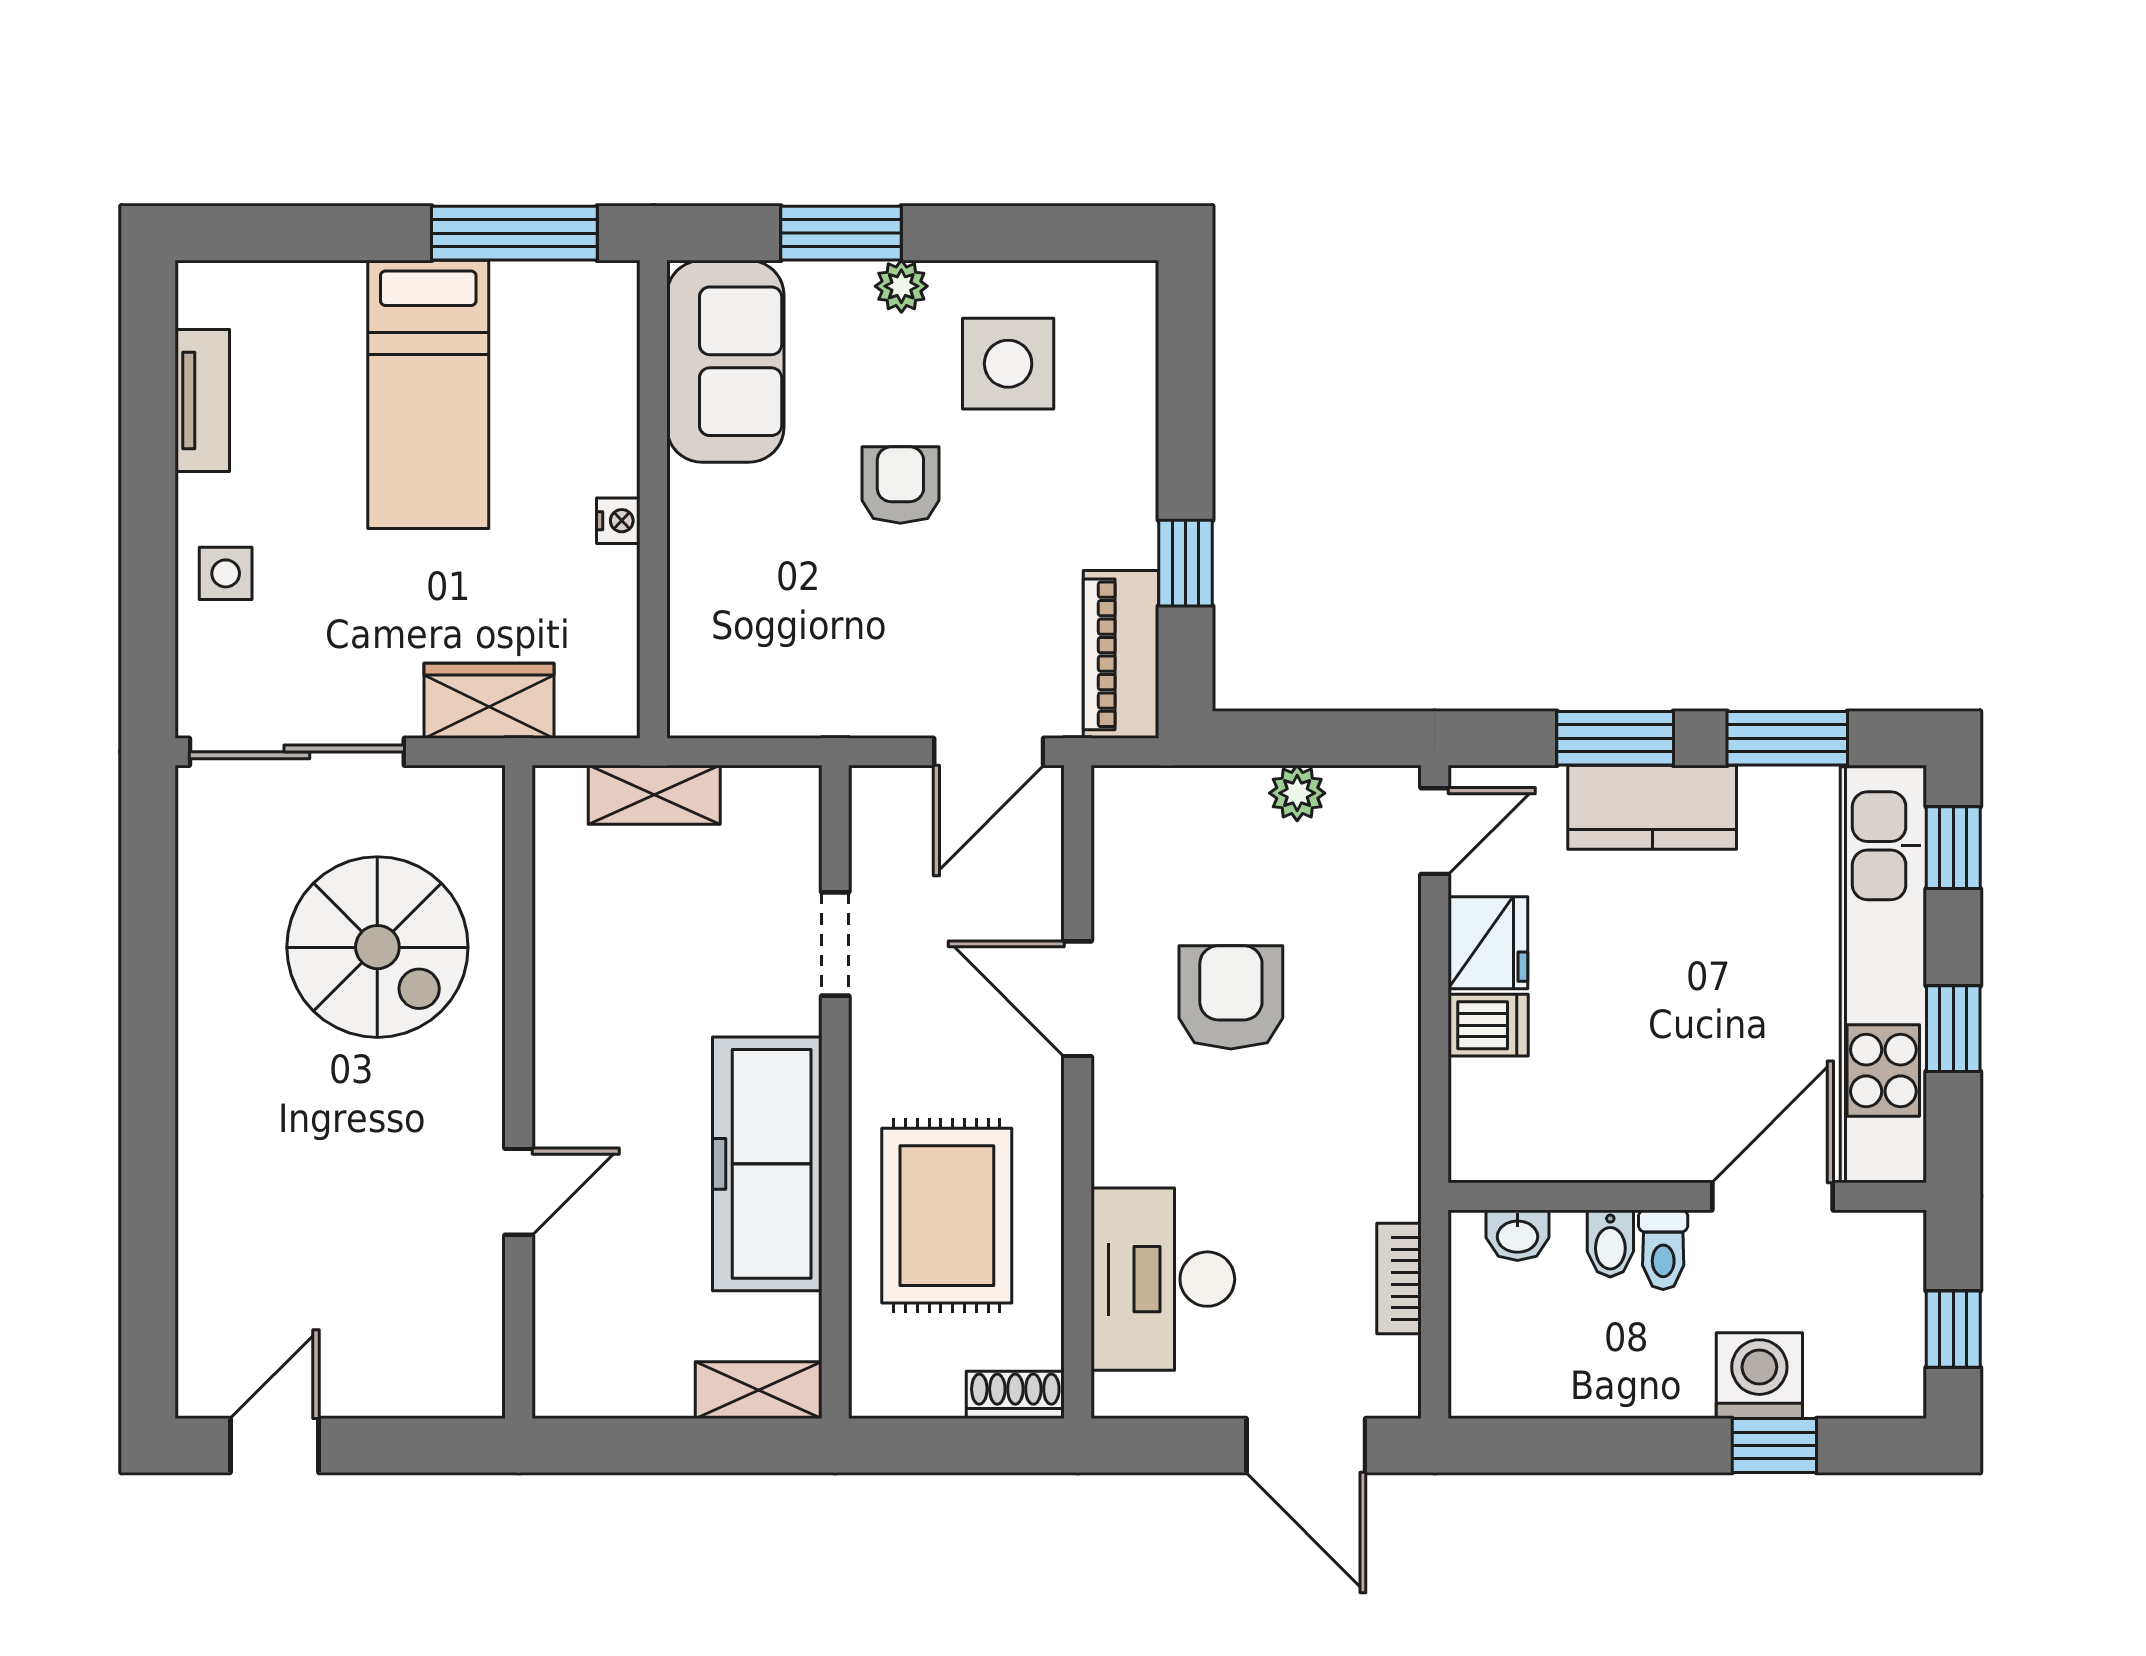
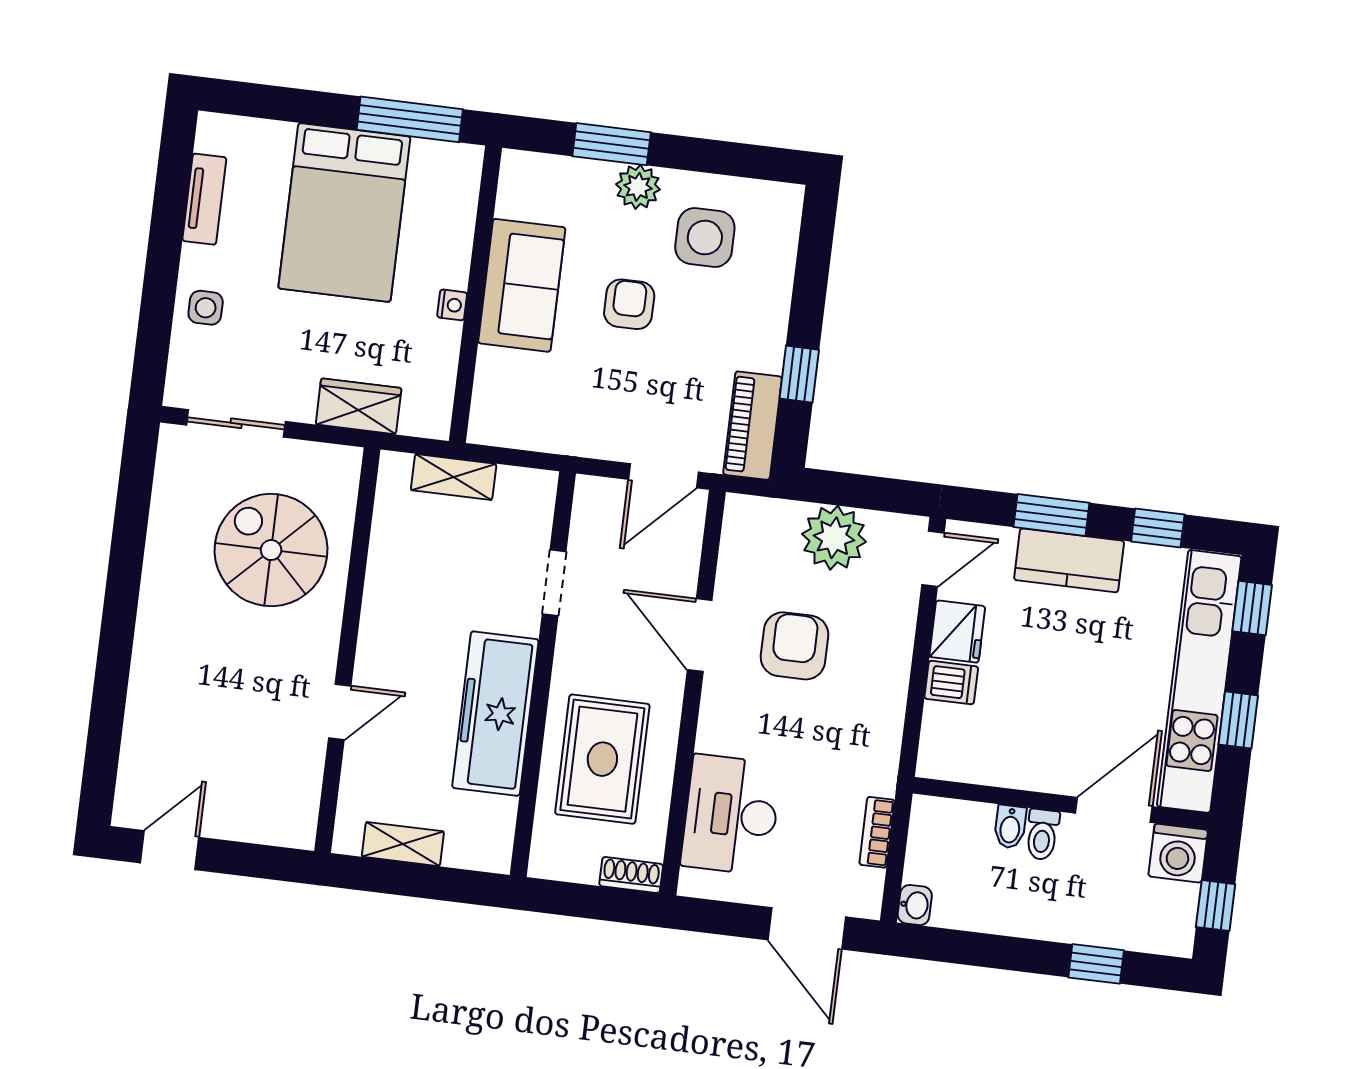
plant: (901, 286) -> (638, 187), width x1.38, depth x1.38
sofa: (725, 361) -> (522, 285), moved
bed: (428, 394) -> (344, 212), width x1.50
window: (1787, 738) -> (1158, 528), width x0.67
sliding door: (297, 752) -> (236, 423), width x0.73
plant: (1297, 793) -> (834, 538), width x1.87, depth x1.87
spiral stairs: (377, 947) -> (271, 550), turned 180
washbasin: (1517, 1235) -> (915, 905), moved, turned -90
washing machine: (1759, 1376) -> (1178, 853), moved, turned 180
shelving: (759, 1390) -> (403, 844), moved

